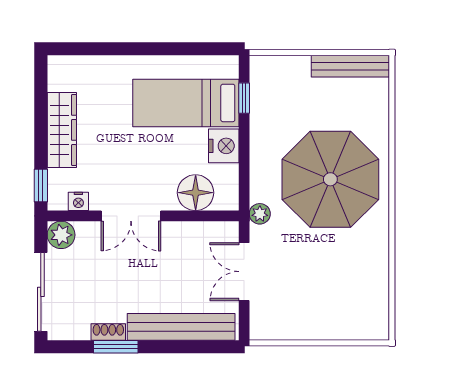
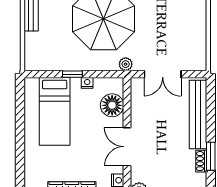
window: (244, 98) -> (72, 74), moved
nightstand: (224, 146) -> (87, 83), width x0.53, depth x0.56
double door: (131, 216) -> (127, 147), swing flipped

